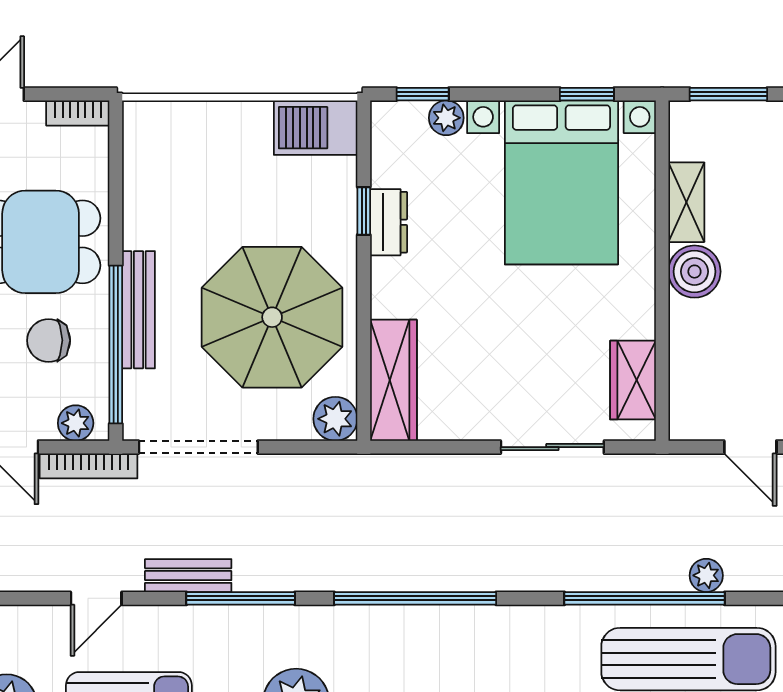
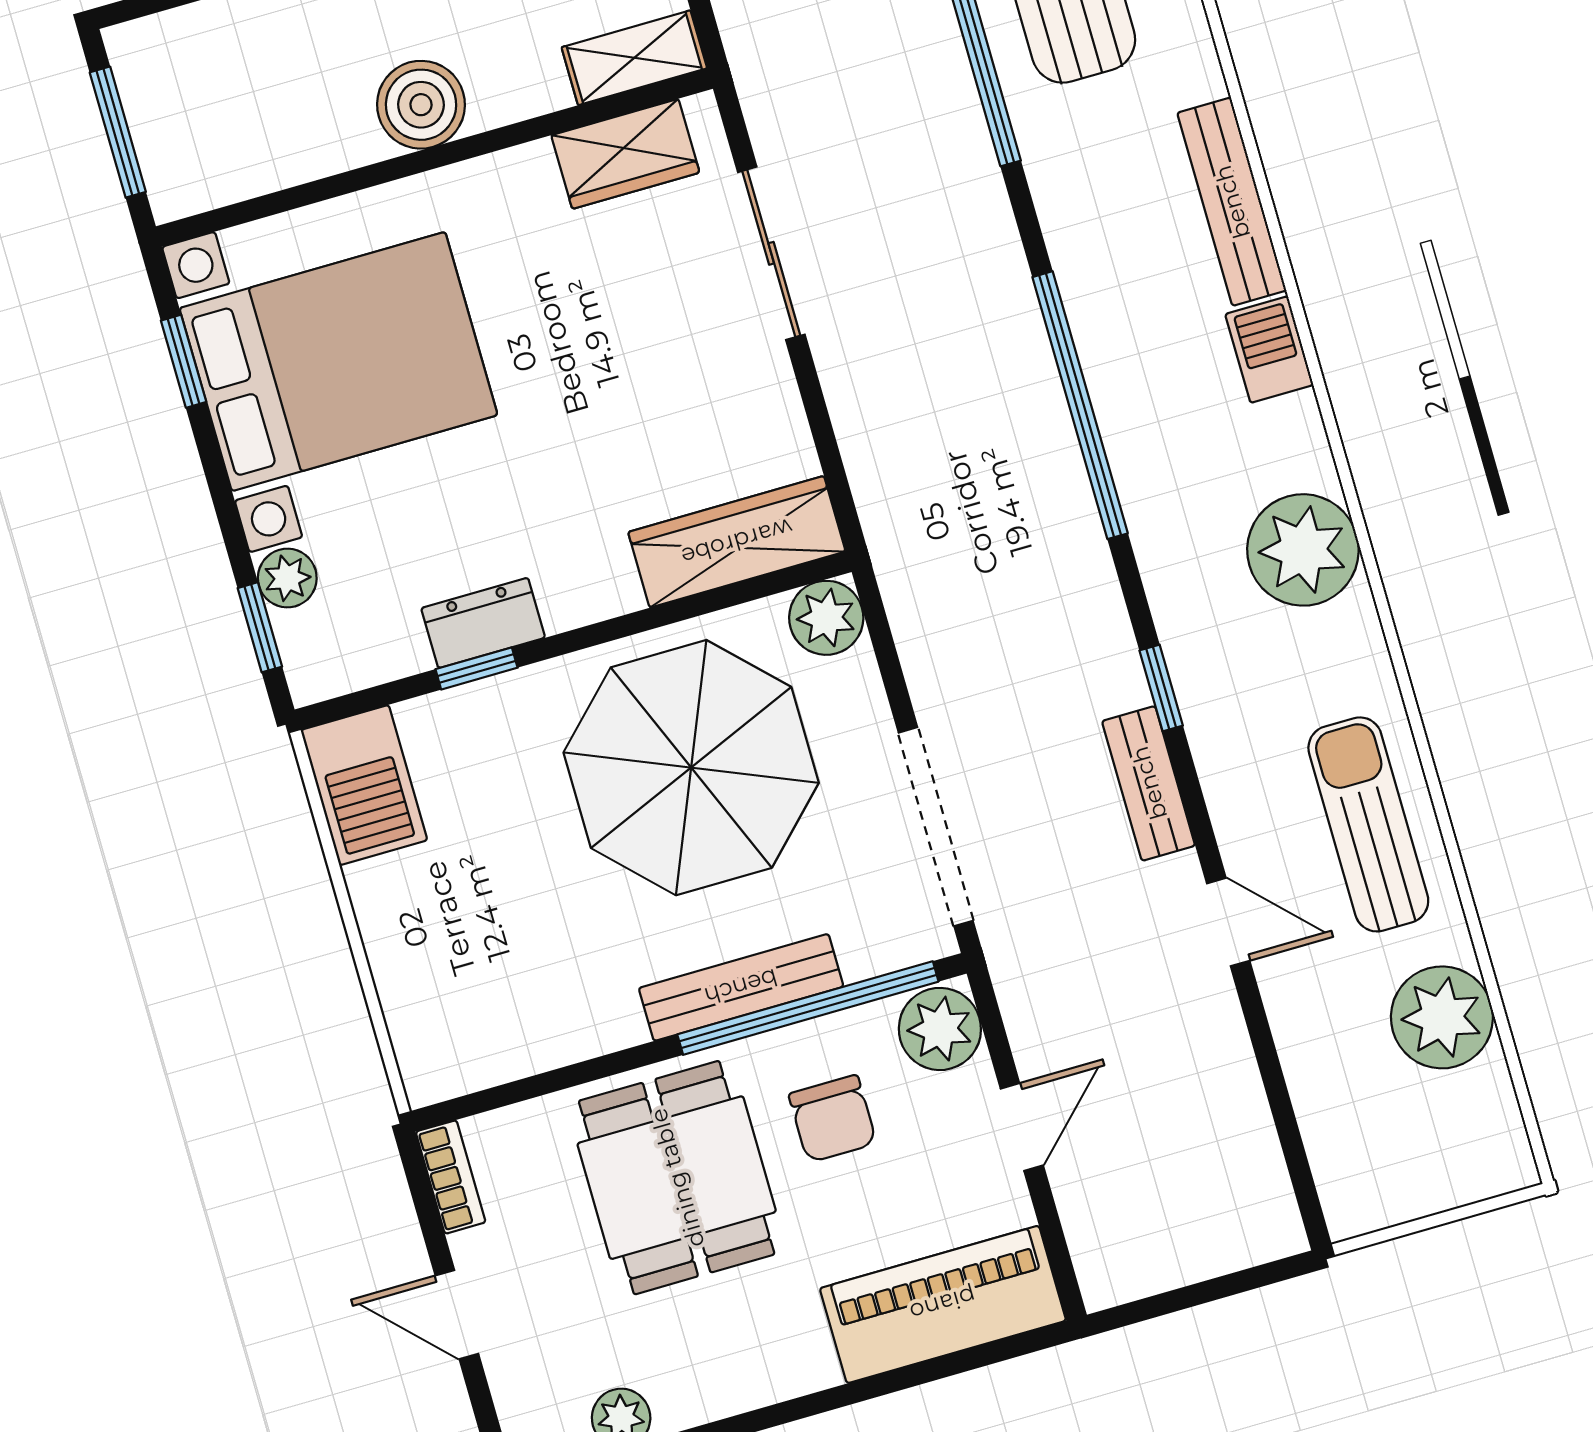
shelving: (686, 202) -> (634, 58), moved
plant: (76, 423) -> (940, 1029), width x1.38, depth x1.38
bookcase: (89, 466) -> (1017, 996), removed
window: (241, 598) -> (1161, 688), width x0.46

